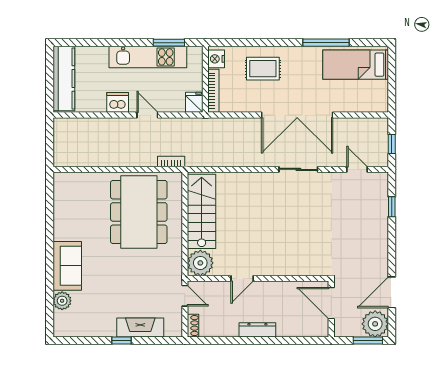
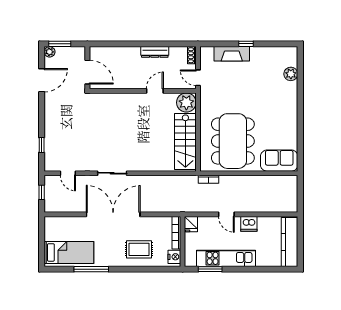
sofa: (67, 266) -> (279, 161), moved, turned 90
plant: (375, 324) -> (50, 52), width x0.53, depth x0.53
dresser: (257, 330) -> (155, 52), moved

